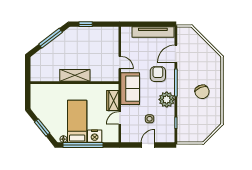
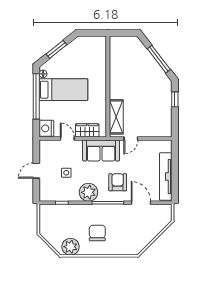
armchair: (158, 74) -> (118, 182), turned -90
shelving: (75, 75) -> (116, 117), moved
chair: (202, 92) -> (97, 233), turned 112
plant: (214, 115) -> (71, 247), added
nightstand: (95, 136) -> (46, 128), moved
door: (148, 145) -> (36, 171), swing flipped

